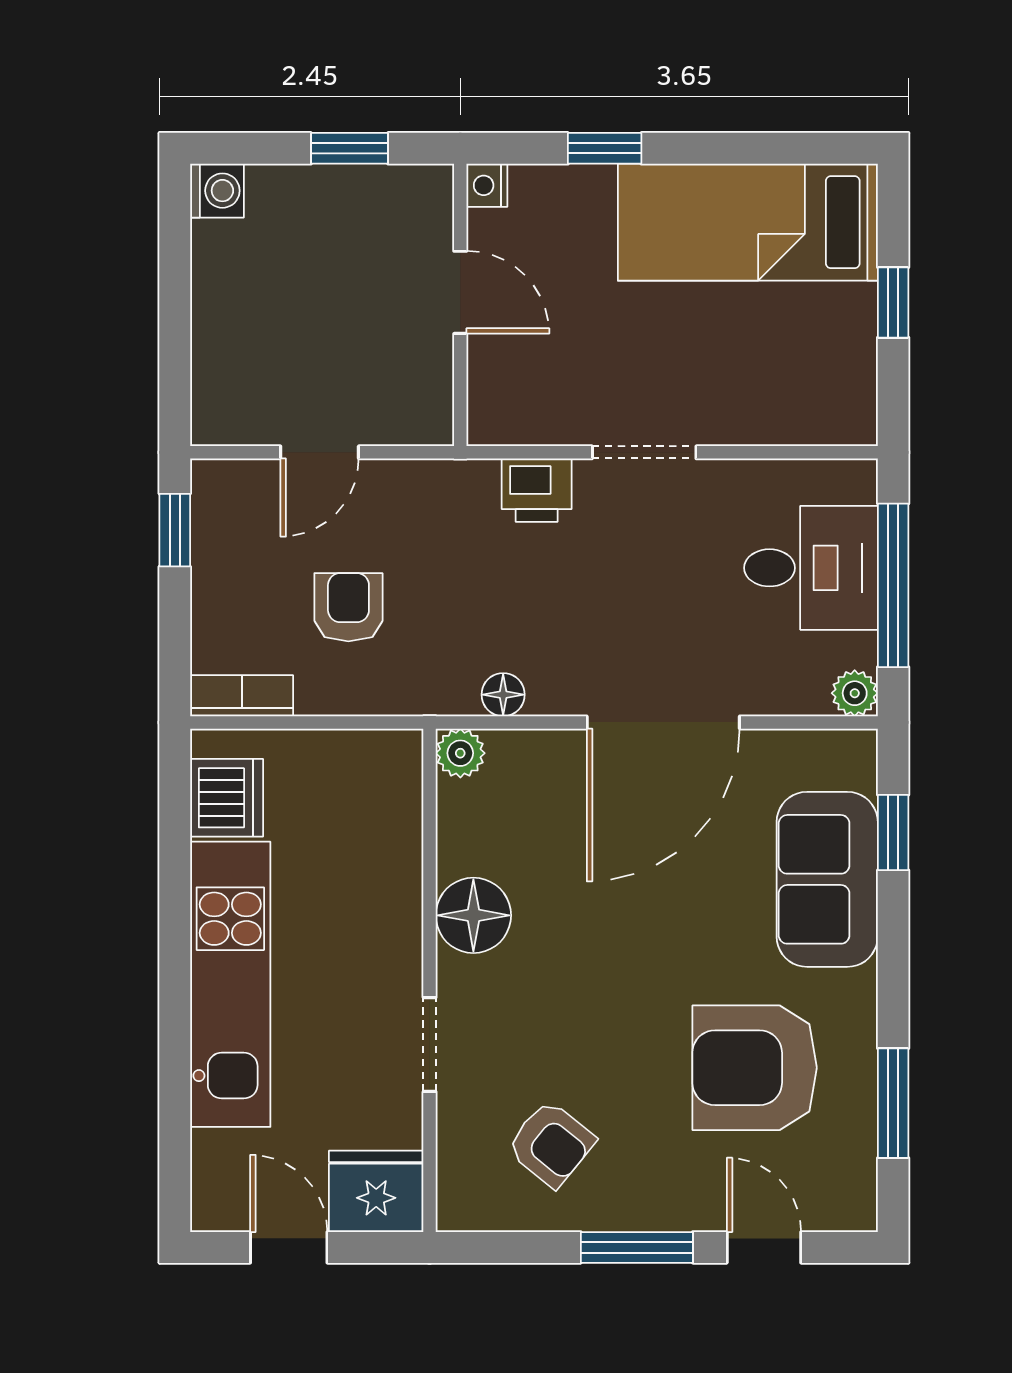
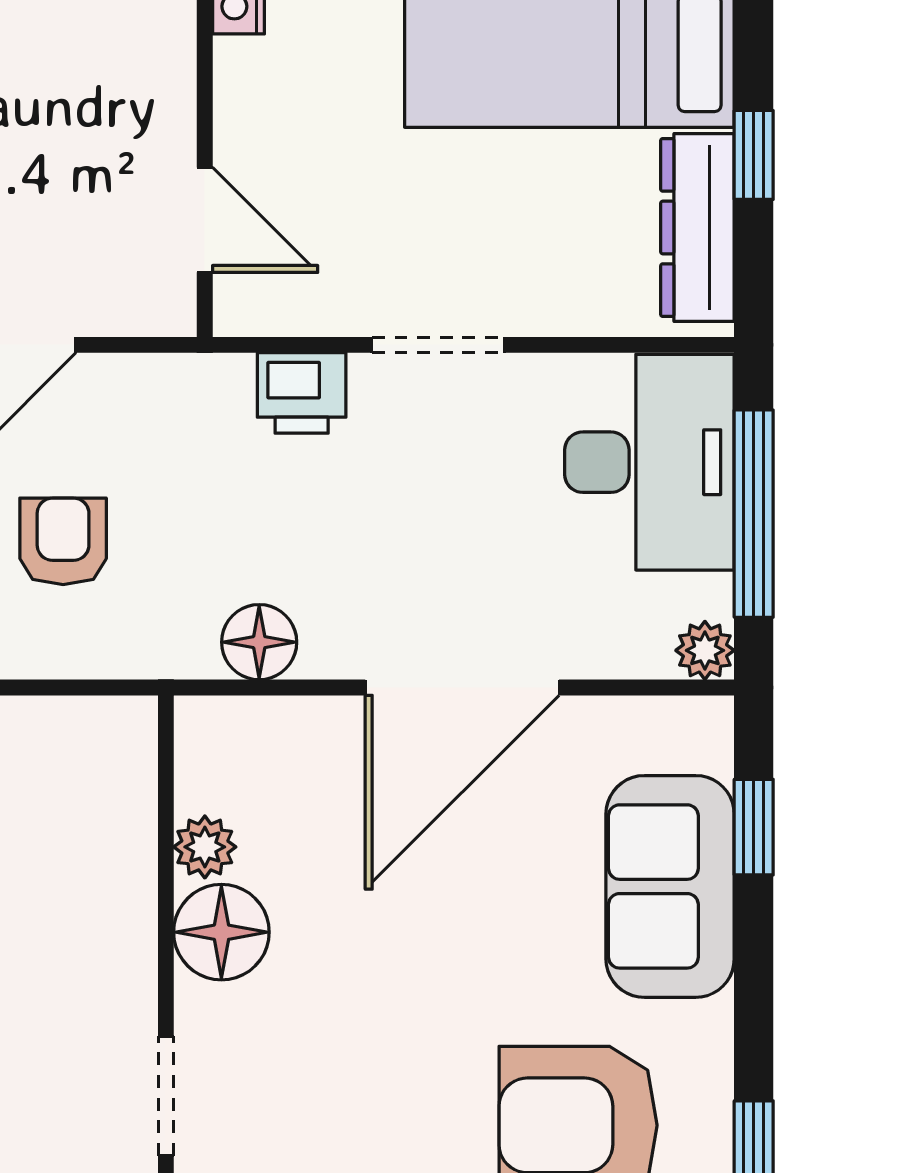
door: (460, 292) -> (205, 220), moved
dresser: (849, 360) -> (697, 228), added
desk: (811, 568) -> (649, 462), width x1.37
floor lamp: (503, 695) -> (259, 642), width x1.37, depth x1.37
plant: (460, 753) -> (205, 847), moved

